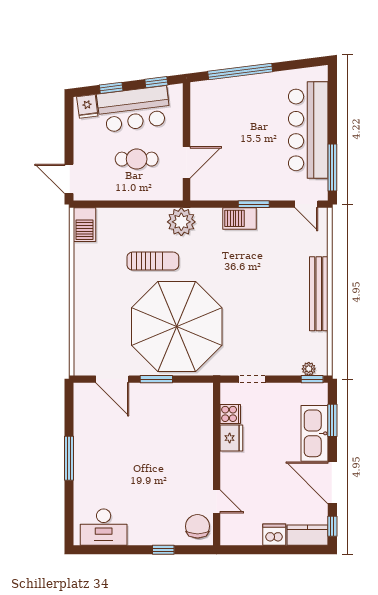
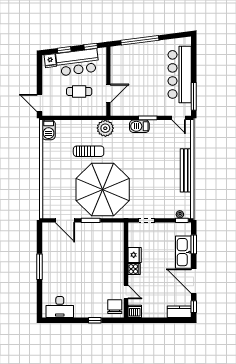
cooker: (230, 414) -> (134, 269), moved
dishwasher: (274, 535) -> (135, 311), moved

